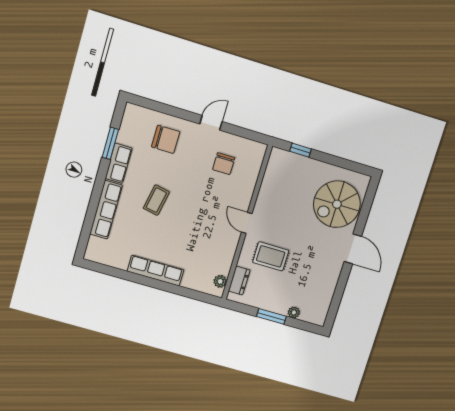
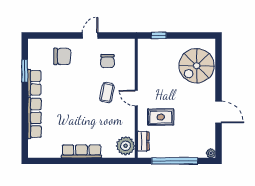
coffee table: (156, 200) -> (107, 93), moved
door: (353, 249) -> (218, 112), moved
plant: (220, 281) -> (126, 146), width x1.88, depth x1.88
plant: (294, 312) -> (211, 153), moved
window: (271, 316) -> (175, 161), width x2.11

